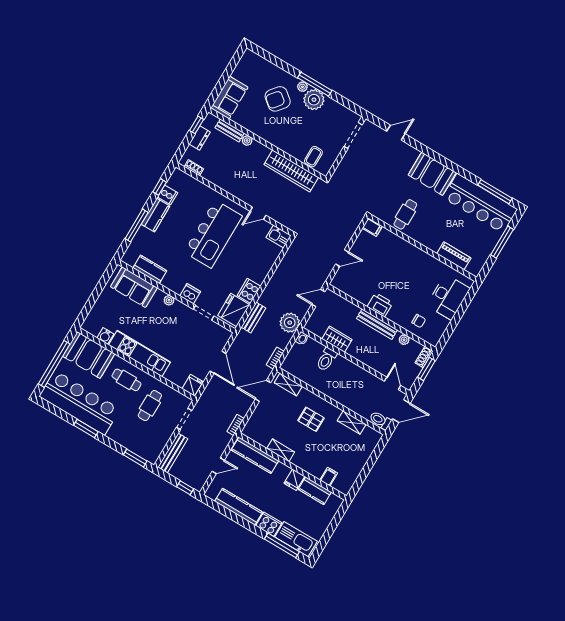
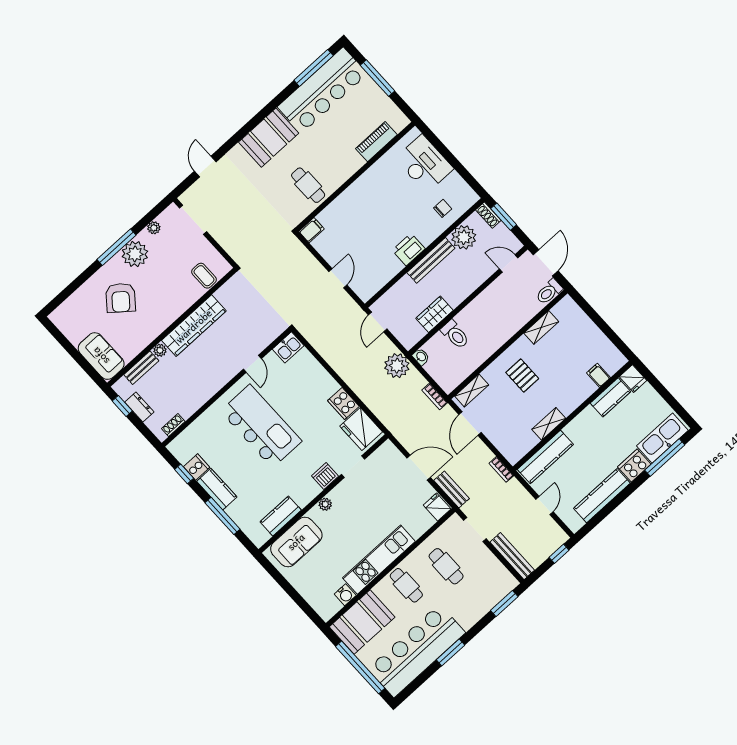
plant: (302, 87) -> (154, 228), moved
wardrobe: (291, 171) -> (194, 326), moved
bench: (253, 318) -> (452, 489), moved
plant: (404, 340) -> (464, 237), width x1.88, depth x1.88
cafe table: (126, 380) -> (406, 585), turned 90
pallet: (311, 419) -> (522, 376), turned 90
fridge: (294, 480) -> (633, 379), moved

